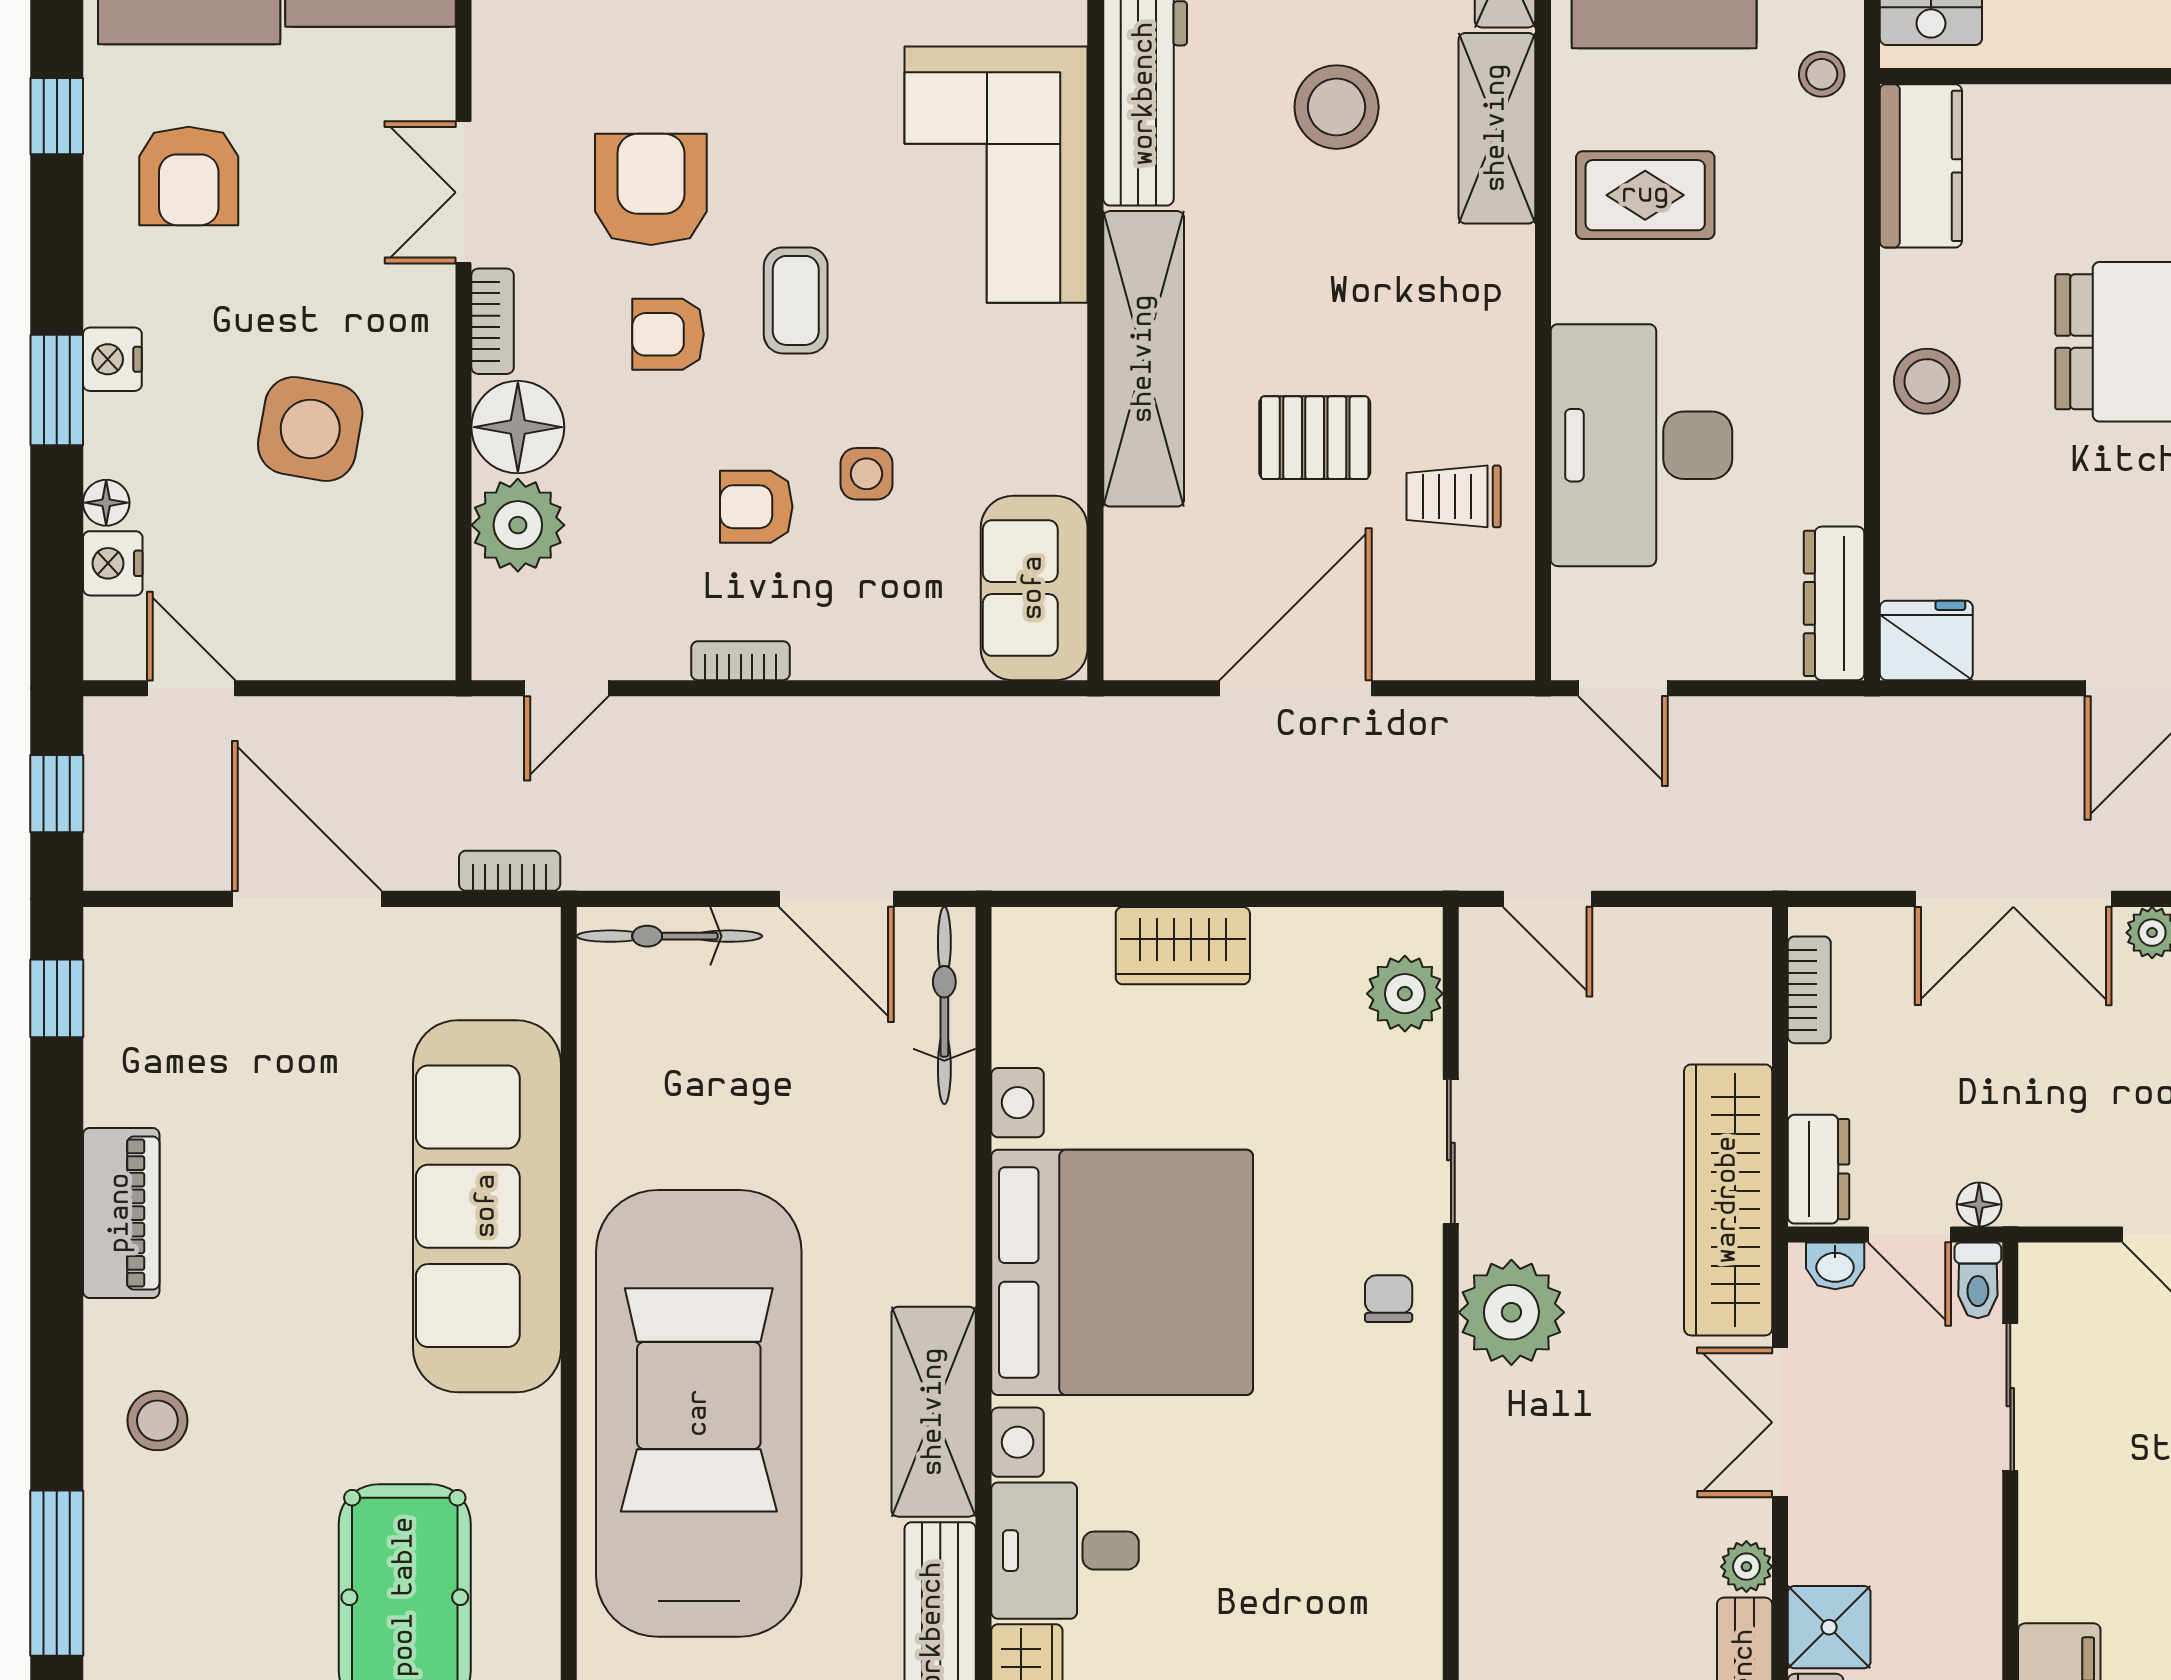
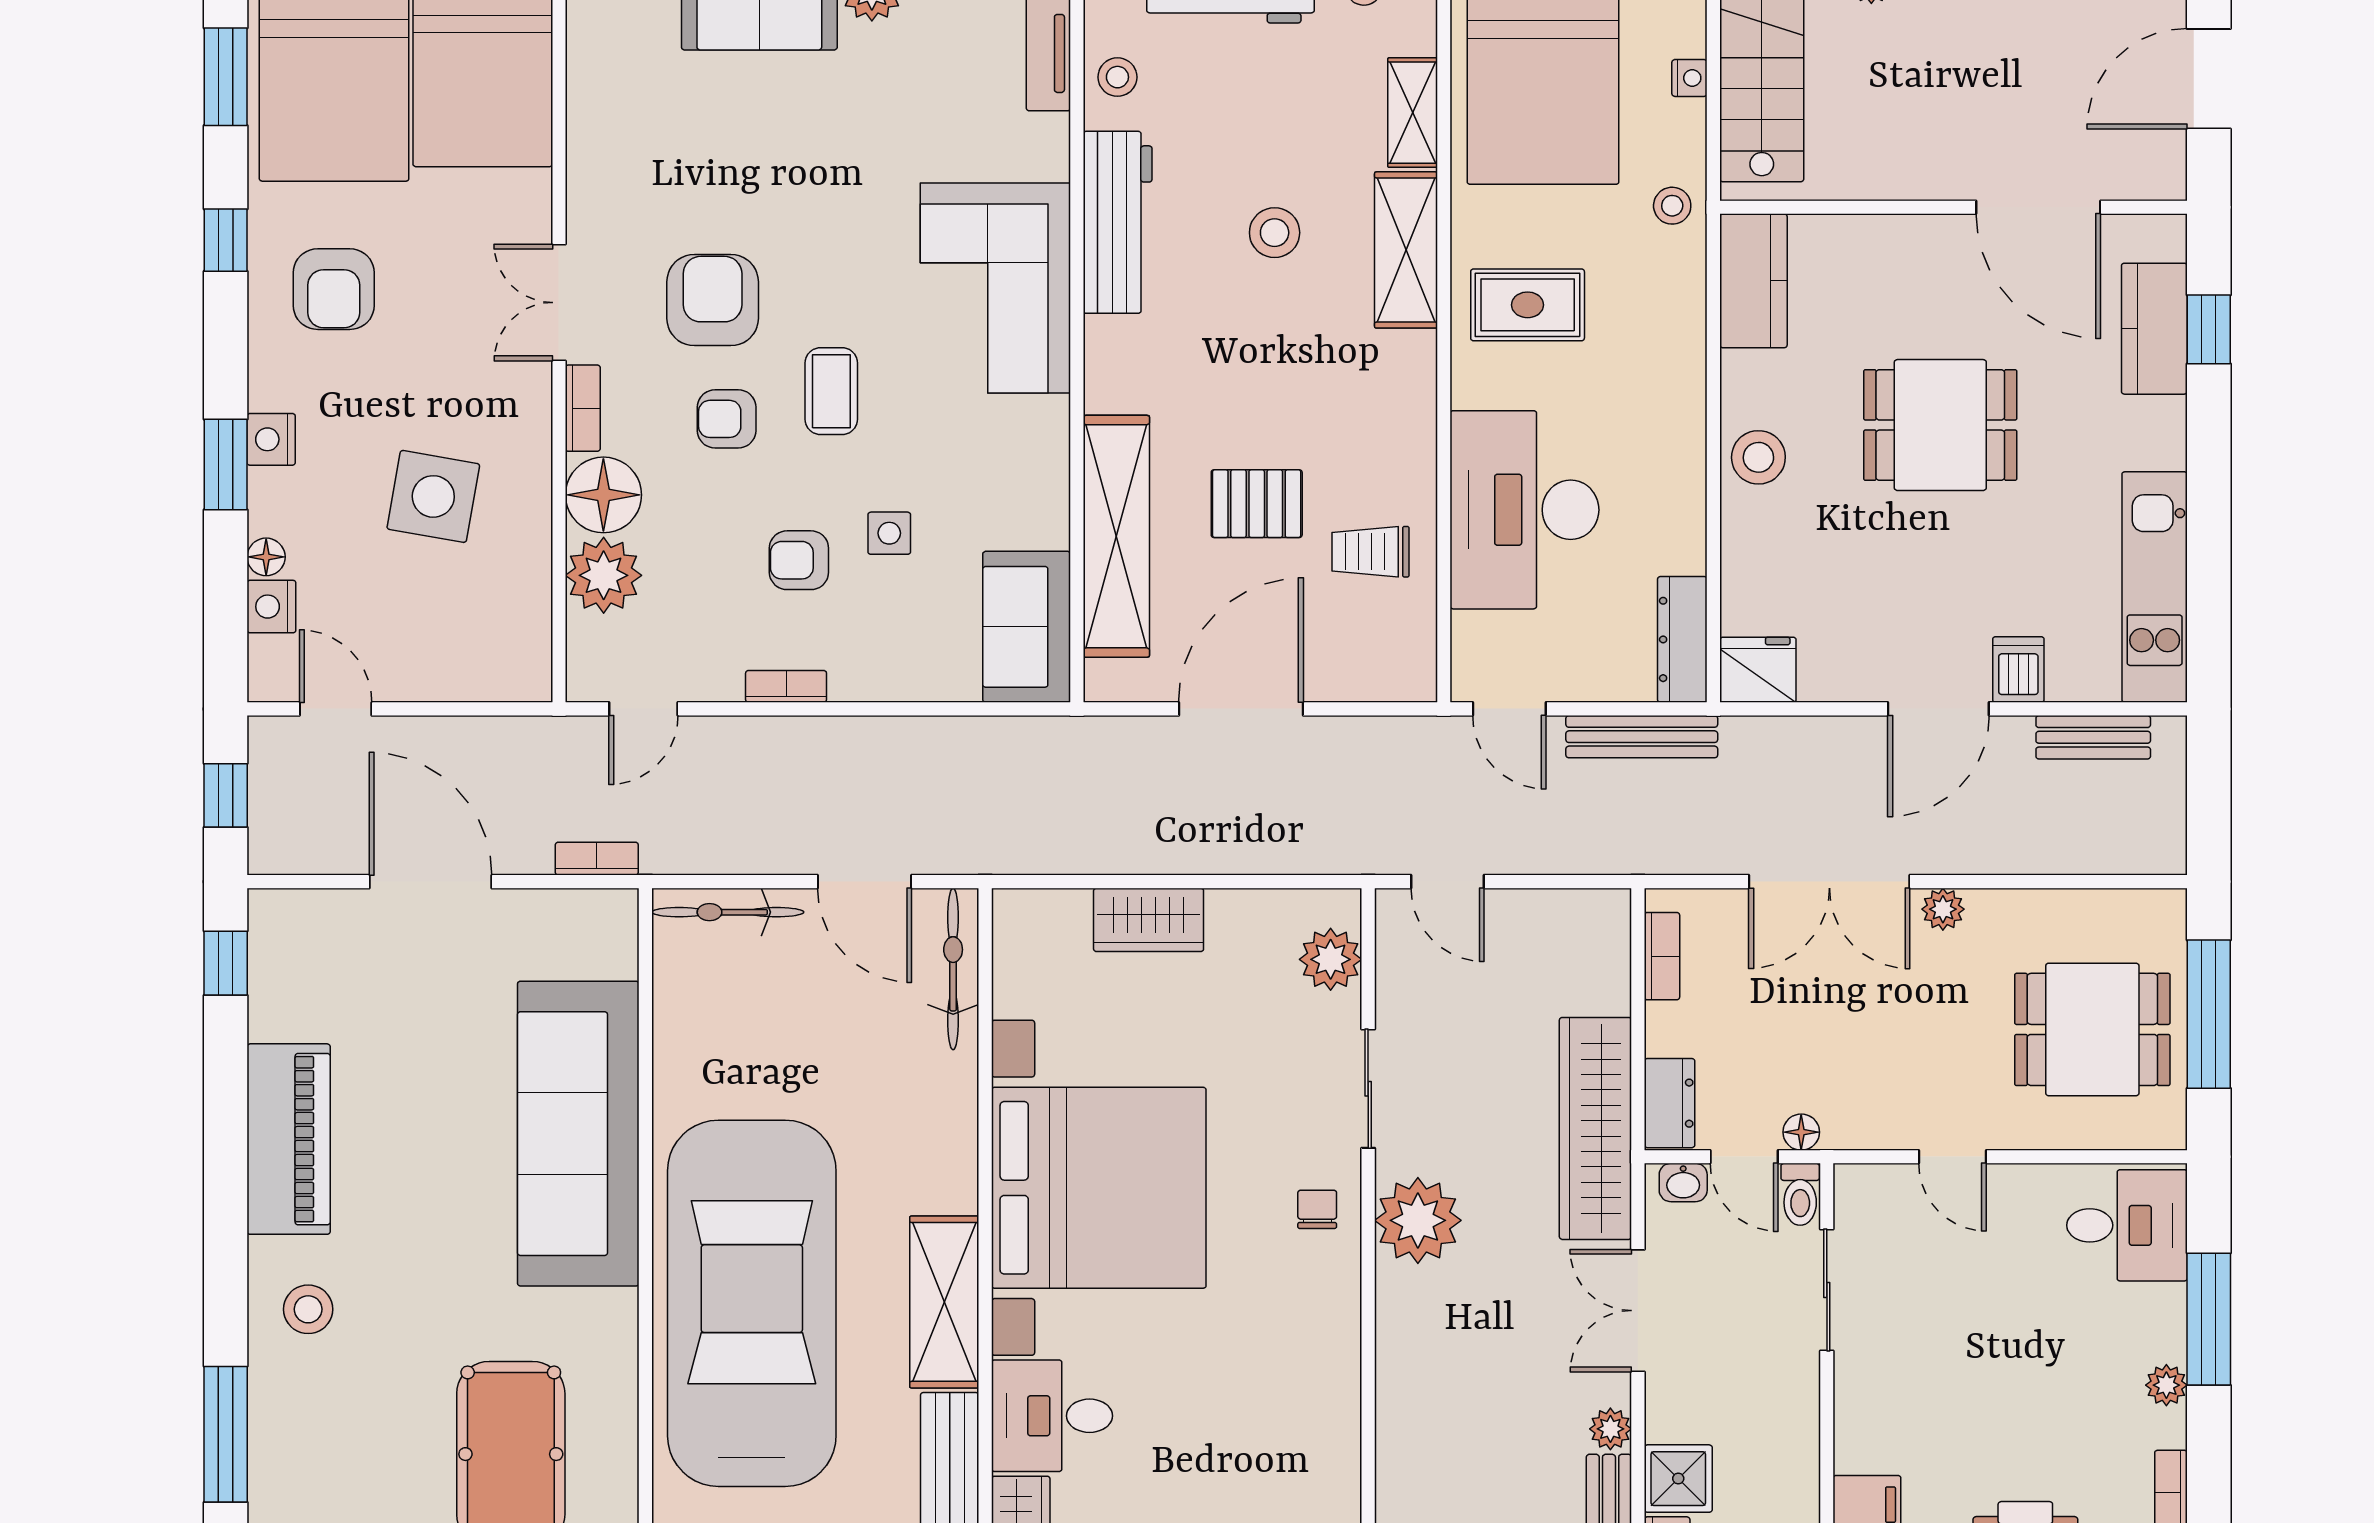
stool: (1337, 107) -> (1275, 233), width x0.73, depth x0.73
shelving: (1144, 359) -> (1116, 536), moved
bench: (1785, 722) -> (1642, 737), added
piano: (121, 1213) -> (289, 1139), width x1.37, depth x1.33

